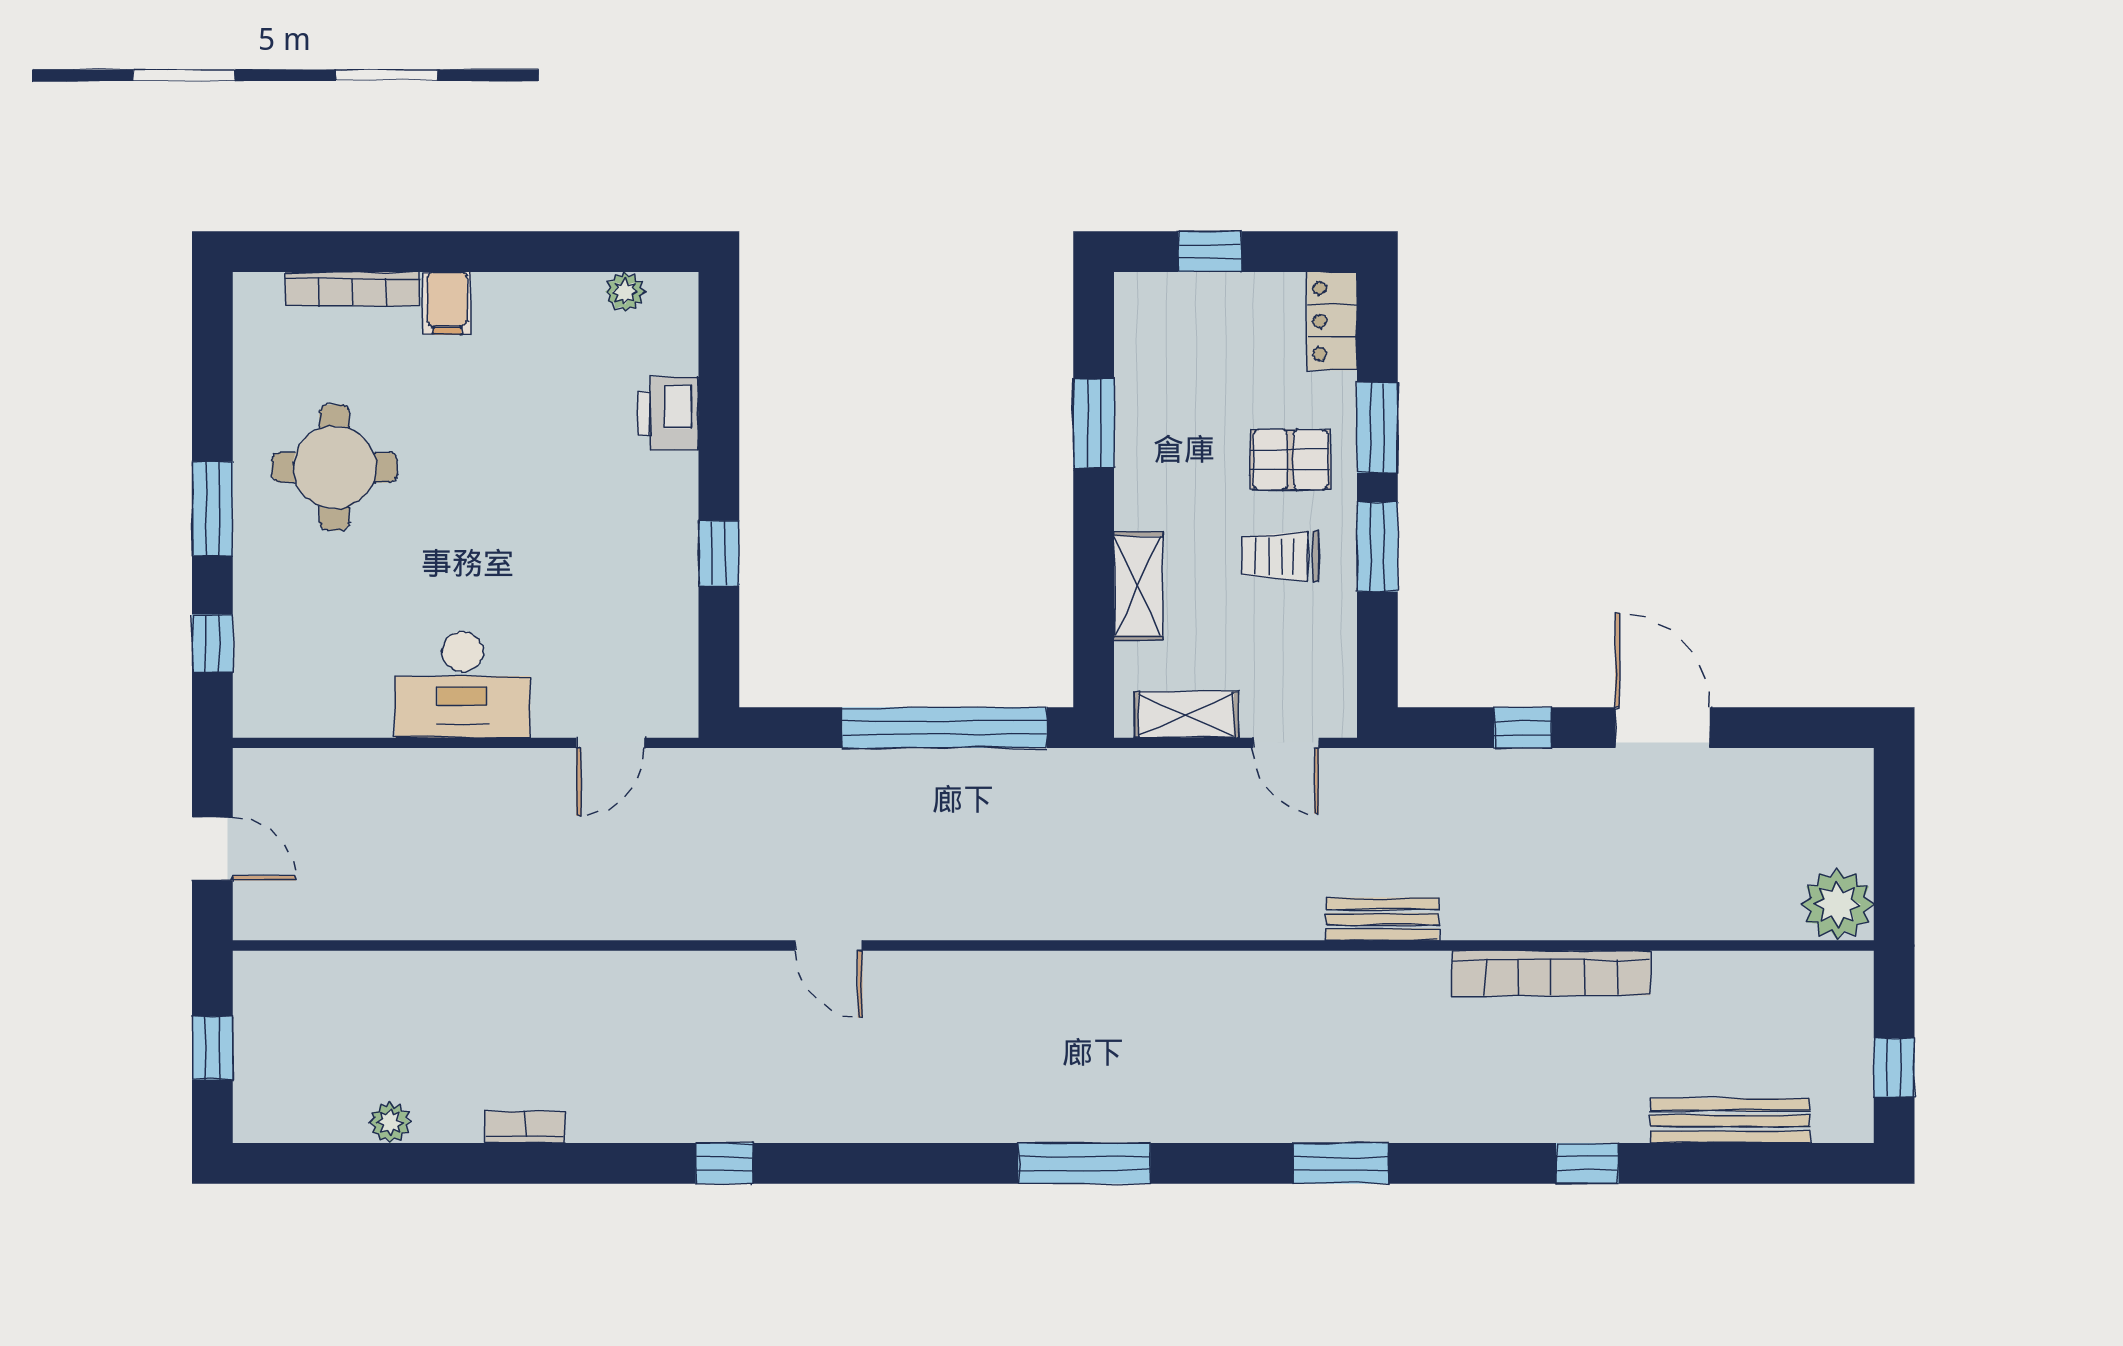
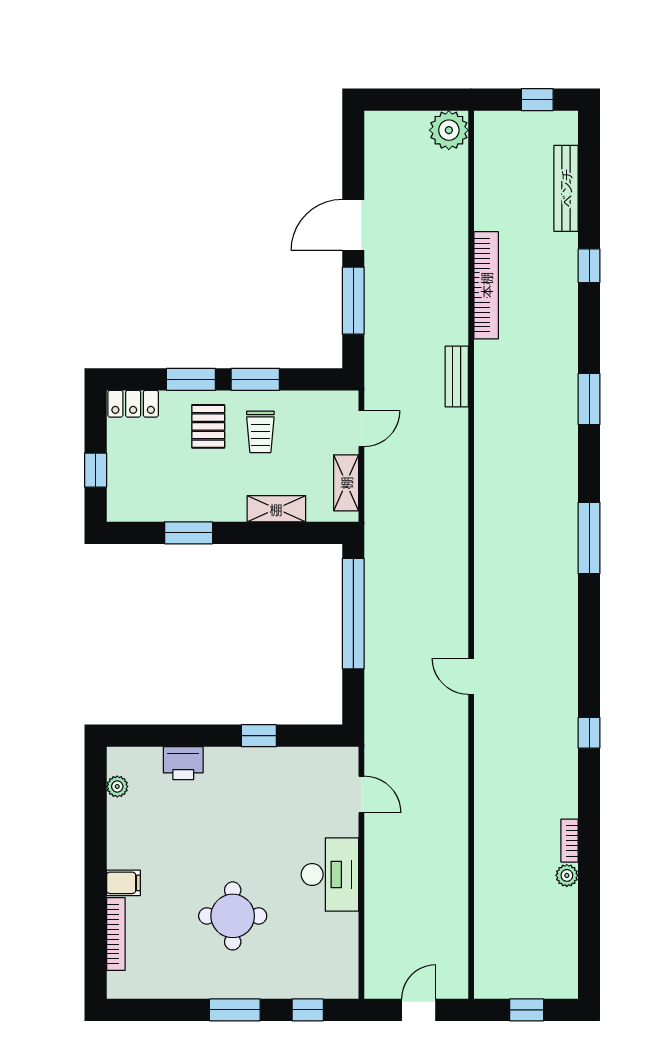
round table: (334, 467) -> (233, 916), moved
window: (1523, 728) -> (353, 301), width x2.17
door: (829, 946) -> (471, 676), swing flipped
plant: (390, 1122) -> (567, 875), moved

